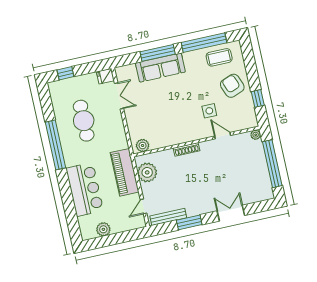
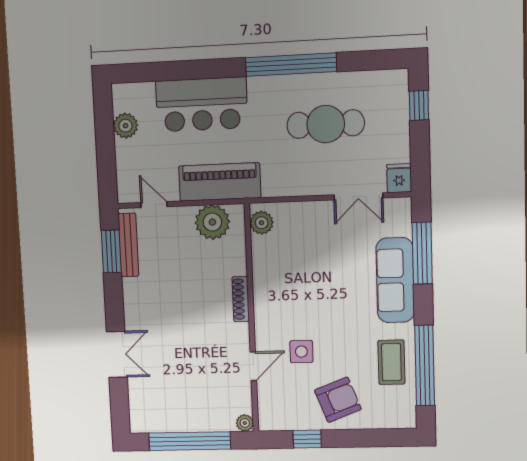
window: (158, 53) -> (422, 253), moved
coffee table: (219, 57) -> (391, 362), moved
window: (189, 222) -> (111, 251), moved

